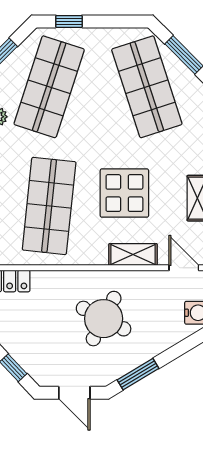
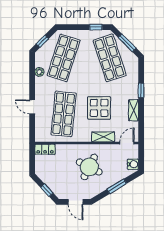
window: (69, 21) -> (96, 27), moved
door: (184, 268) -> (127, 143), hinge flipped
window: (138, 374) -> (117, 186), moved

